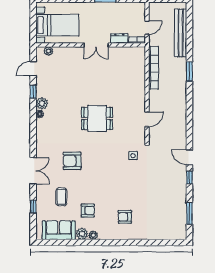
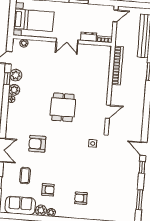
door: (147, 28) -> (115, 16), moved
plant: (42, 87) -> (16, 75), added
dining table: (97, 118) -> (63, 107), turned 90

